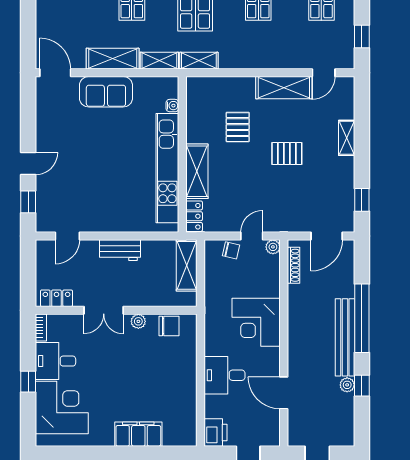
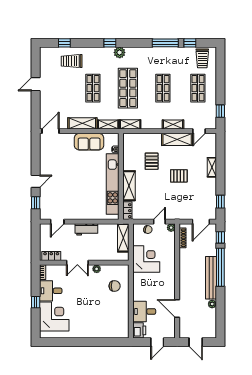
shelving: (276, 61) -> (173, 124), added
door: (55, 73) -> (51, 131), hinge flipped
sofa: (106, 92) -> (89, 142), moved
corner desk: (256, 322) -> (146, 259), moved, turned 180
chair: (169, 326) -> (115, 286), moved
desk: (224, 375) -> (144, 311), moved
window: (362, 386) -> (220, 237), moved
filing cabinet: (138, 434) -> (97, 331), removed

